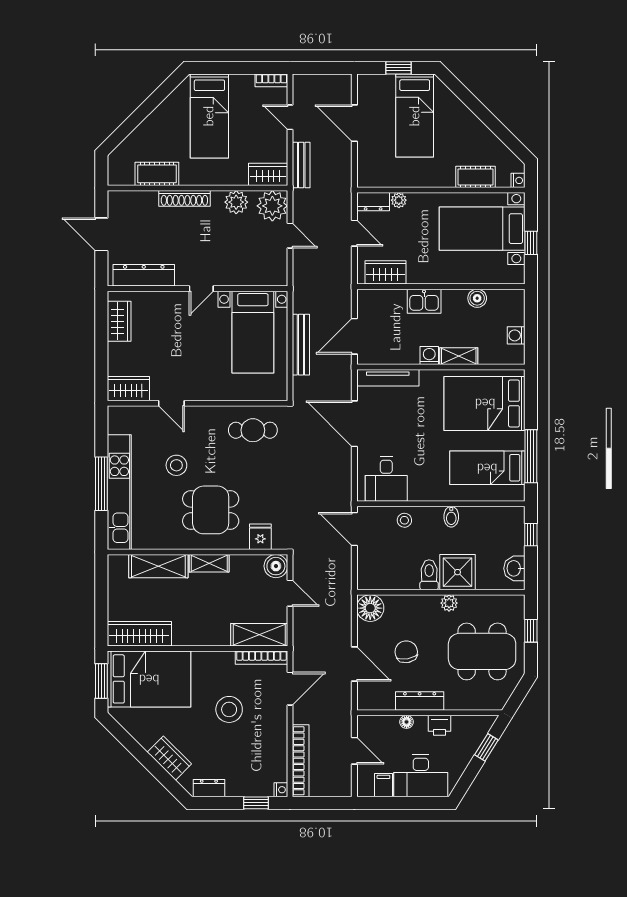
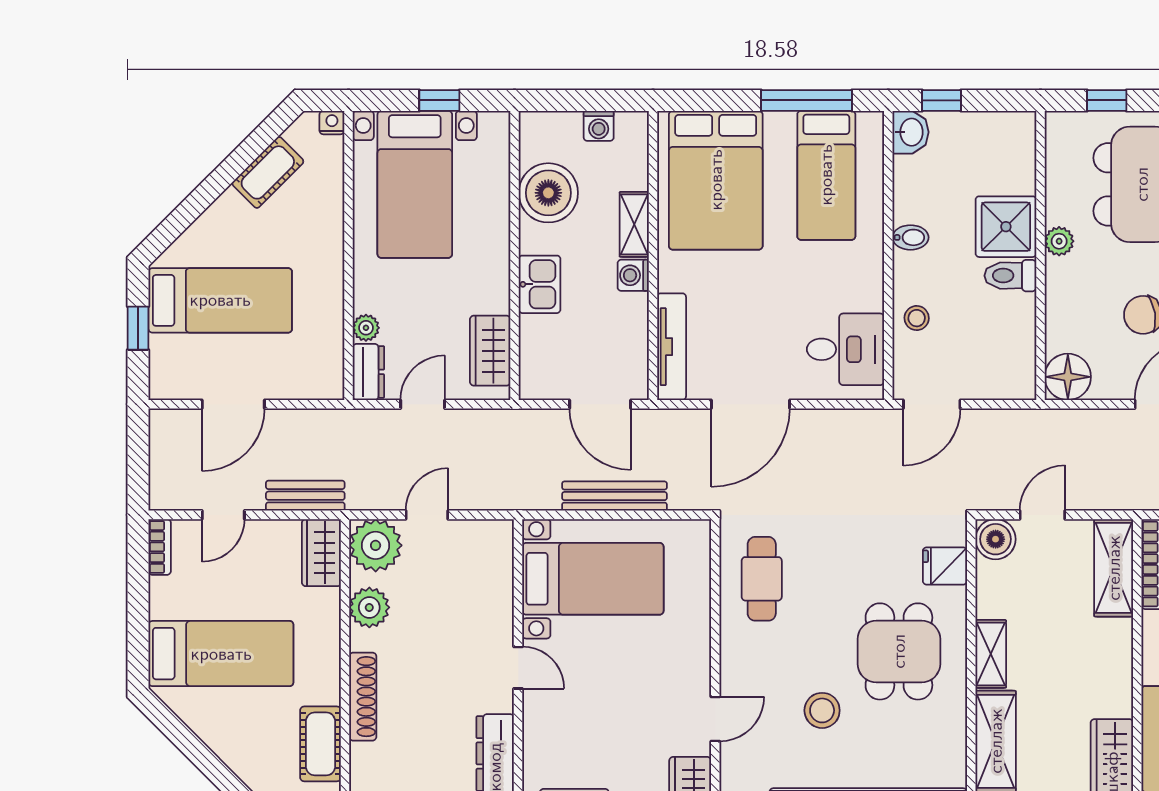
cot: (475, 177) -> (268, 172), moved, turned 45
boiler: (477, 298) -> (548, 193), width x1.86, depth x1.86
washbasin: (514, 568) -> (910, 132), moved, turned -90

